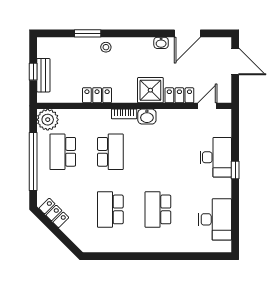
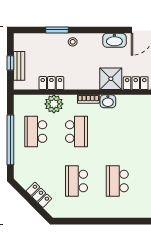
washbasin: (161, 43) -> (114, 40), width x1.91, depth x1.45
locker: (97, 95) -> (51, 83), moved
plant: (48, 120) -> (54, 104), moved
locker: (54, 213) -> (39, 195), moved

